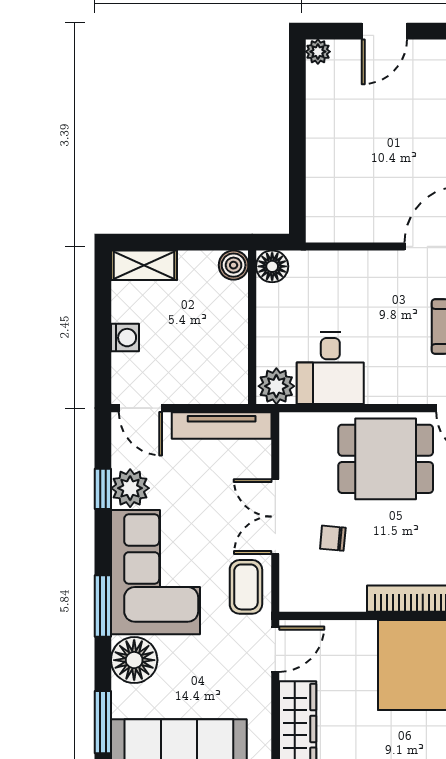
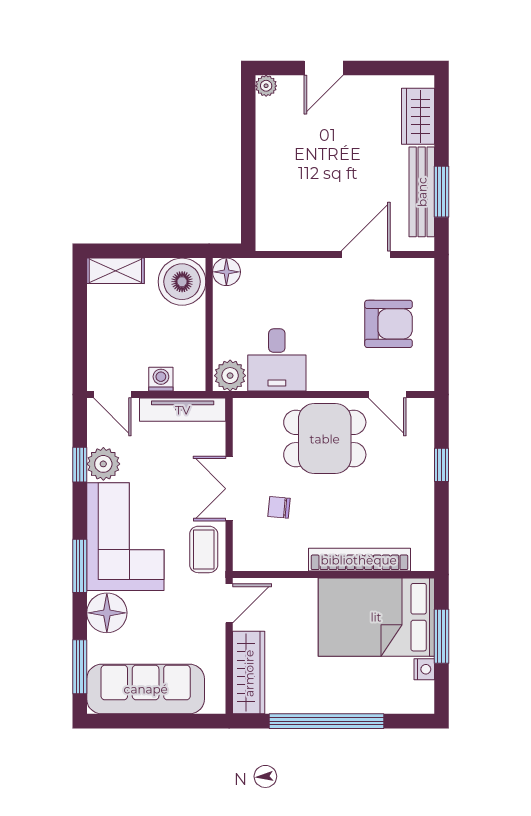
boiler: (234, 265) -> (182, 282), width x1.86, depth x1.86
washing machine: (125, 338) -> (161, 379), moved, turned -90

